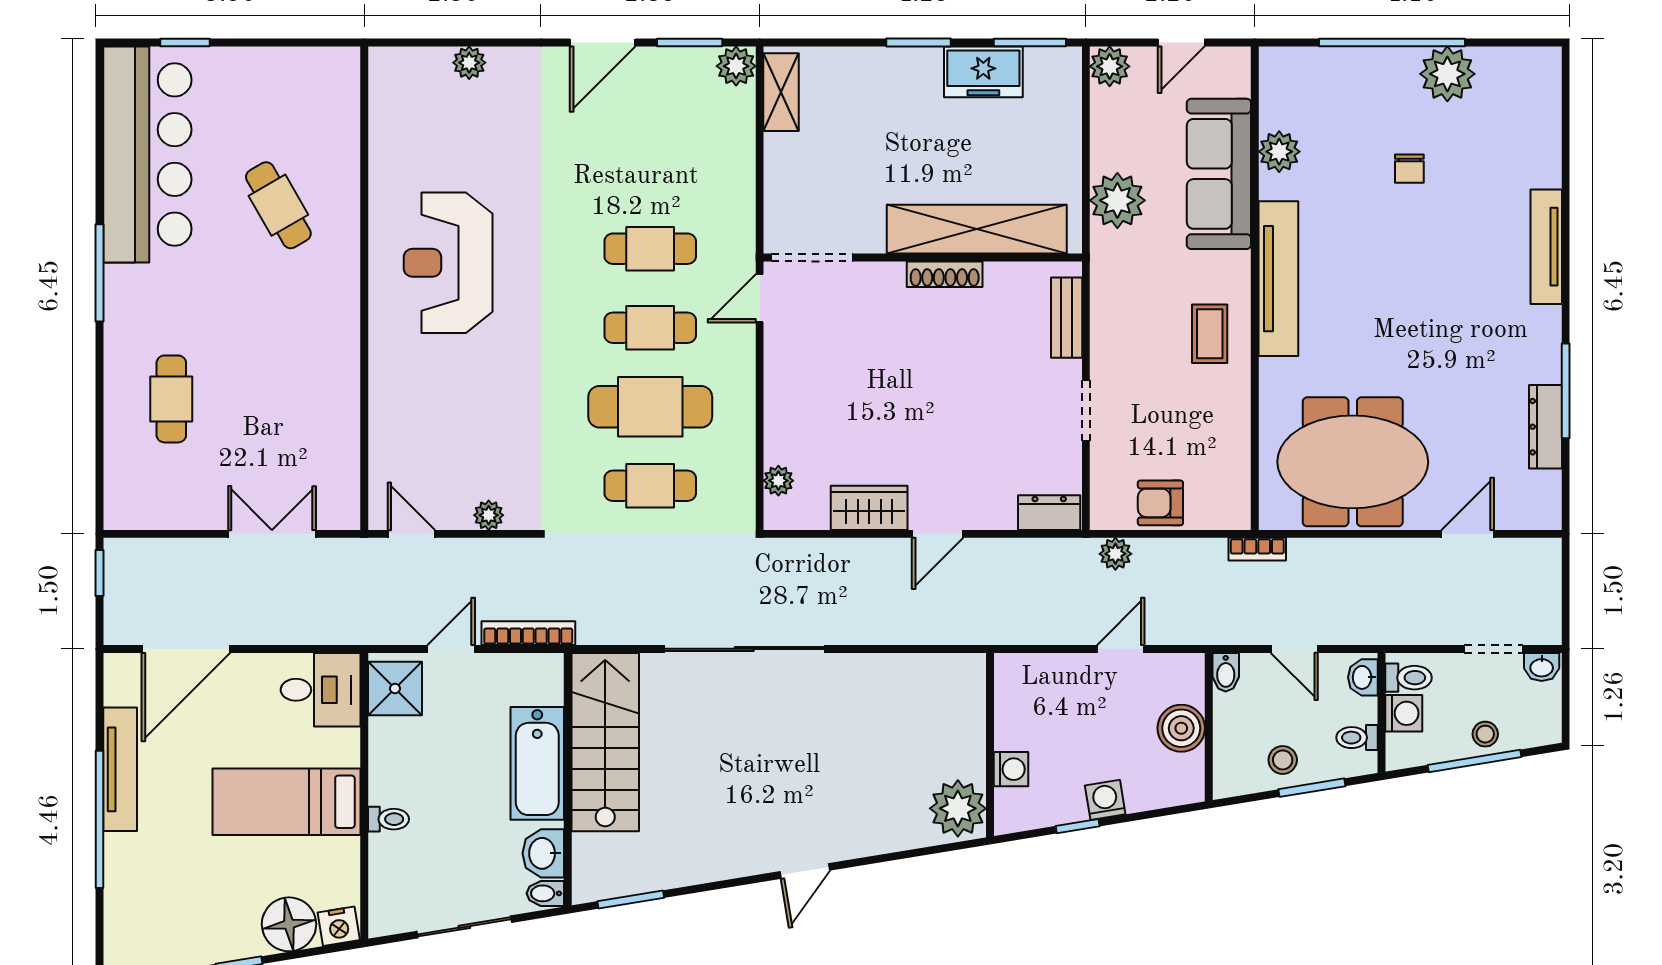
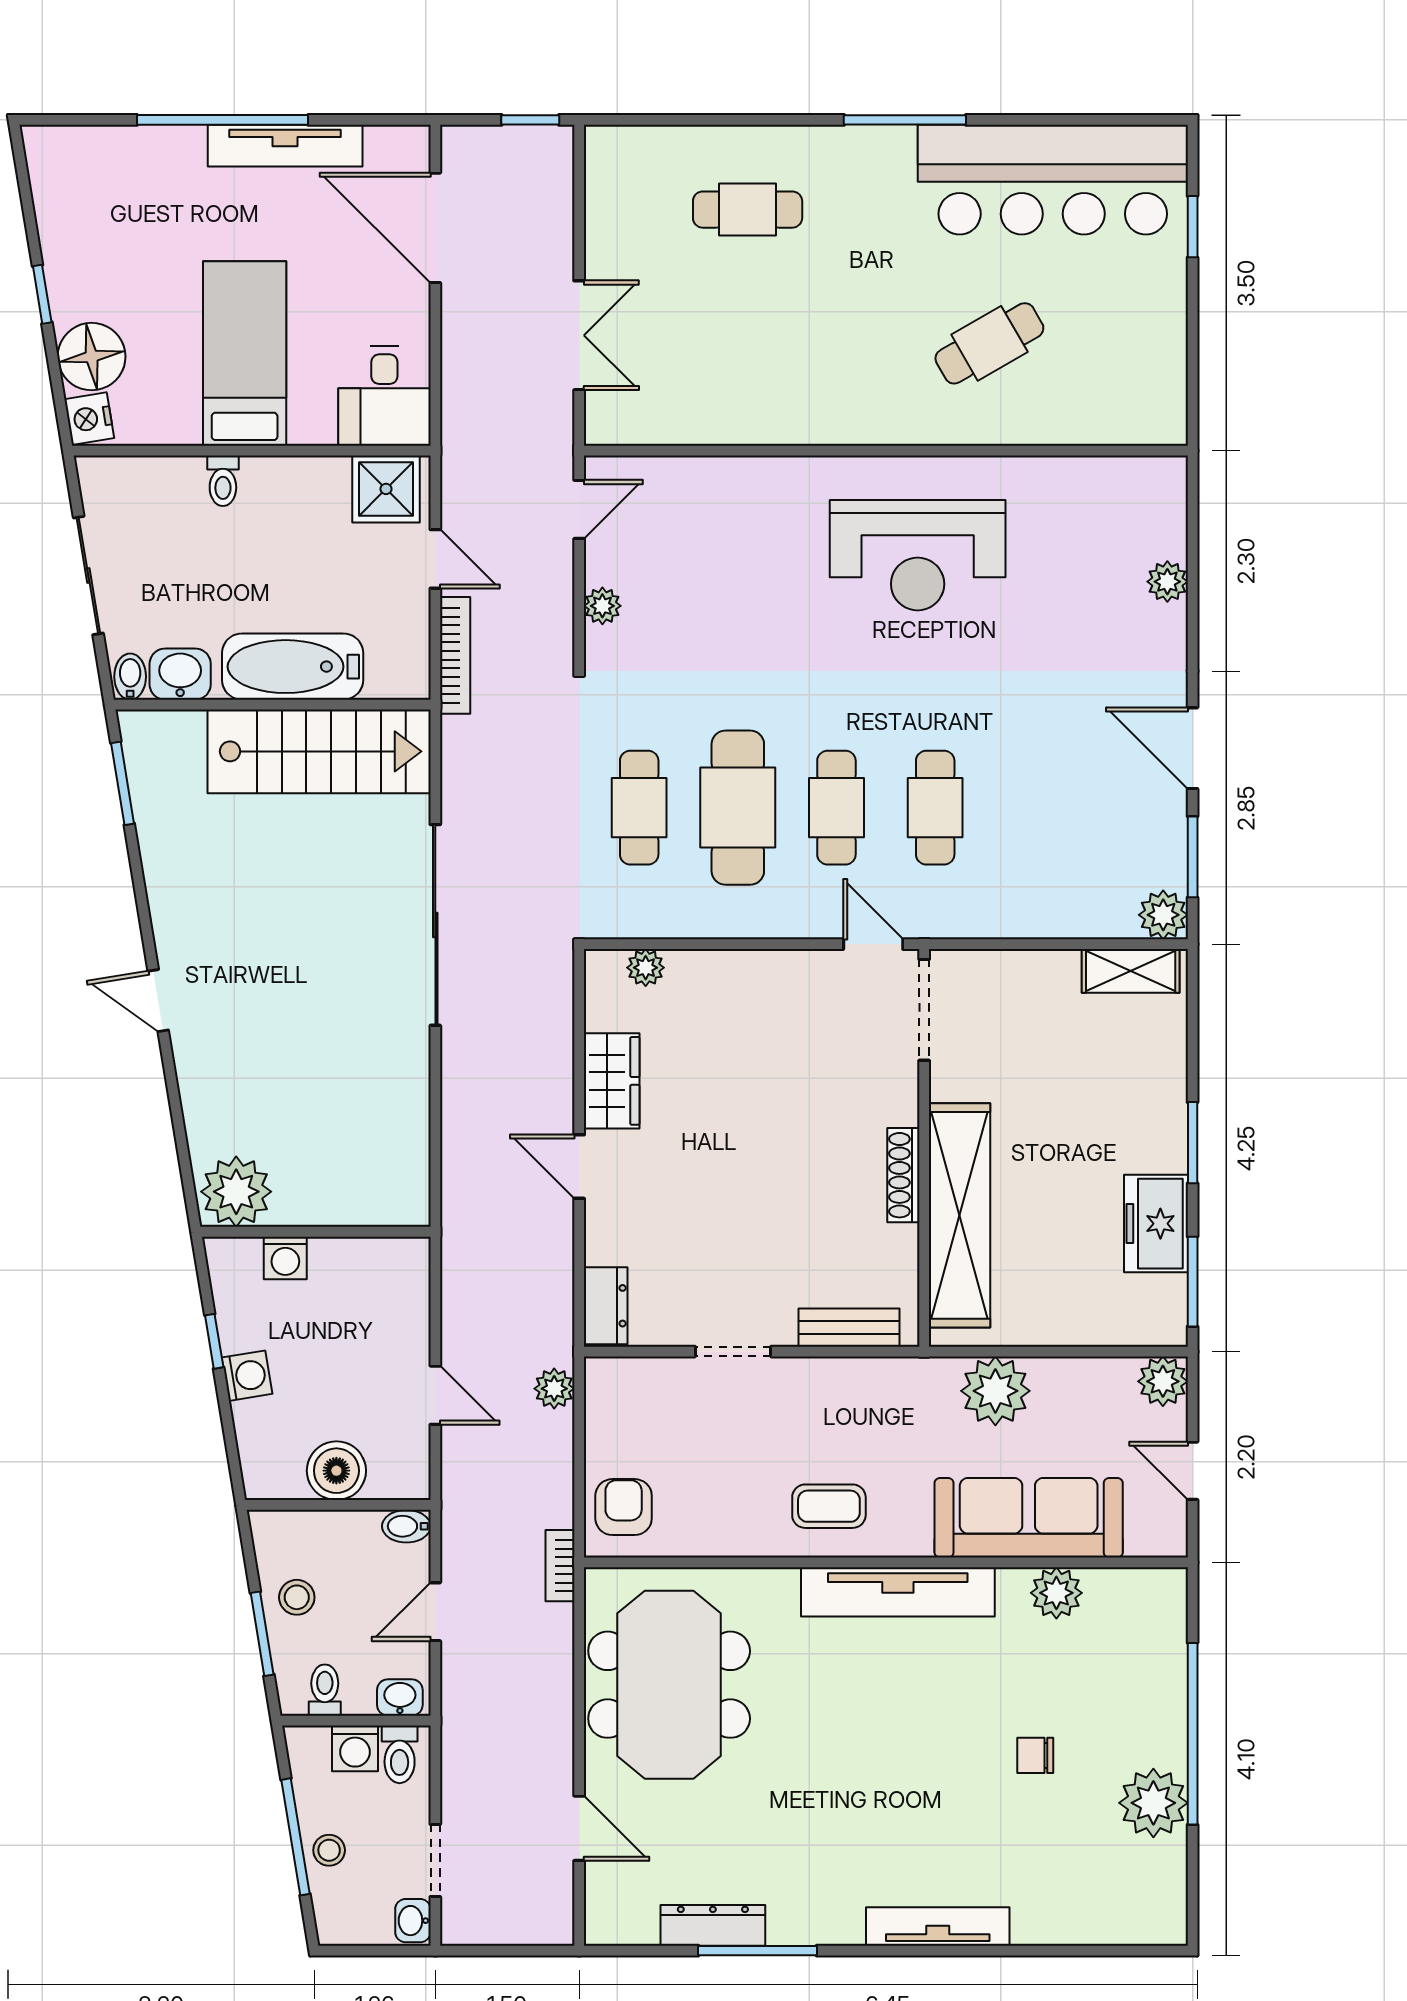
reception desk: (448, 263) -> (918, 555), turned 180
armchair: (1160, 503) -> (624, 1507), moved

